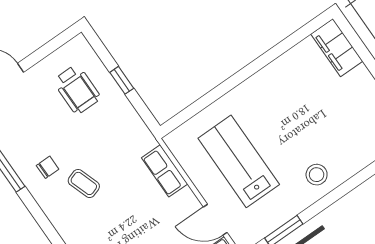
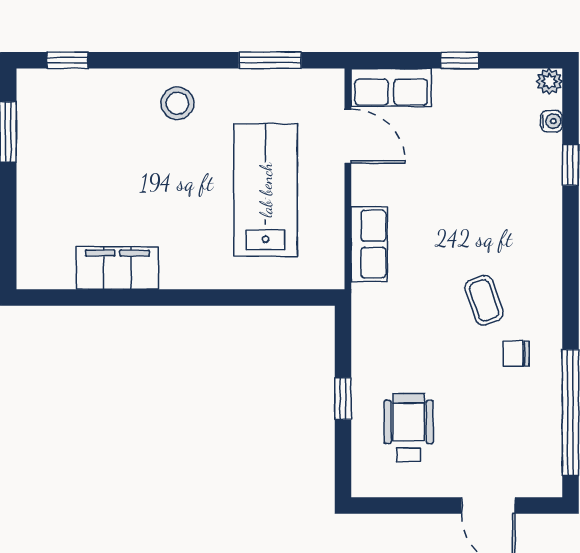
filing cabinet: (337, 48) -> (117, 268), moved, turned -90
lab bench: (239, 161) -> (266, 190), turned 180

